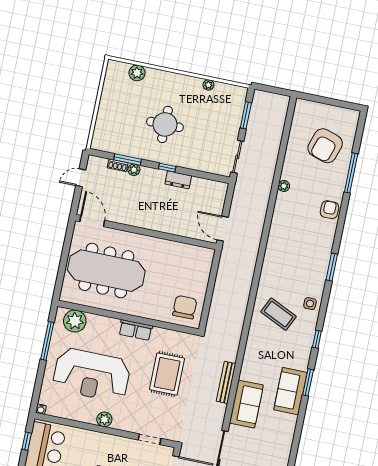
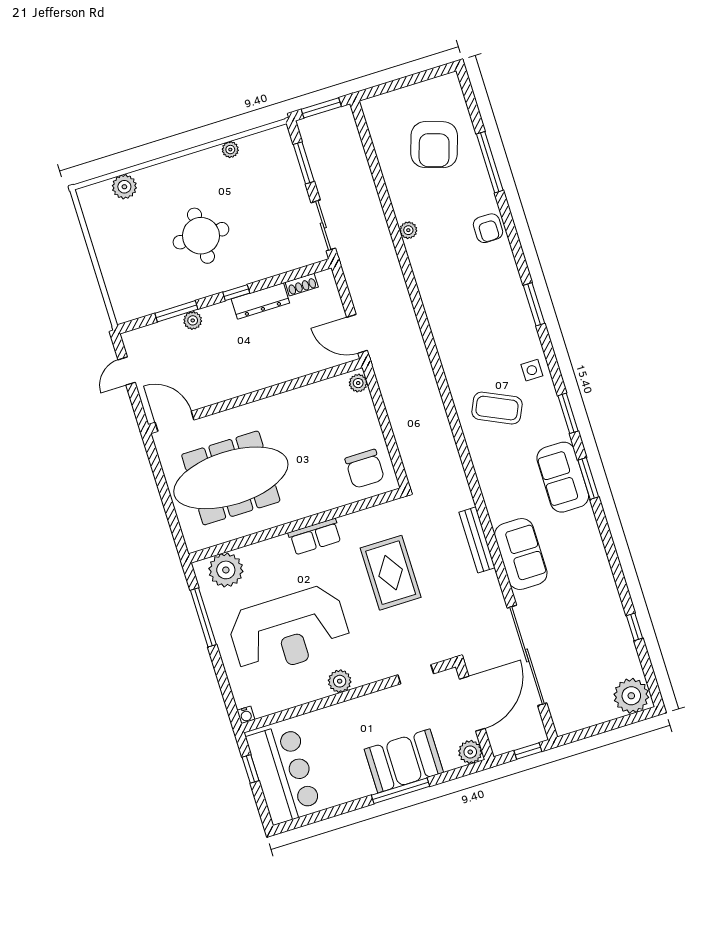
window: (273, 90) -> (321, 108), added
shoe rack: (118, 165) -> (302, 285), moved
dresser: (178, 180) -> (260, 301), width x1.44
armchair: (329, 210) -> (488, 228), turned 180
plant: (208, 257) -> (358, 383), added
chair: (185, 307) -> (365, 469), turned 180
window: (317, 339) -> (568, 413), width x1.50
sofa: (290, 391) -> (563, 477), moved

